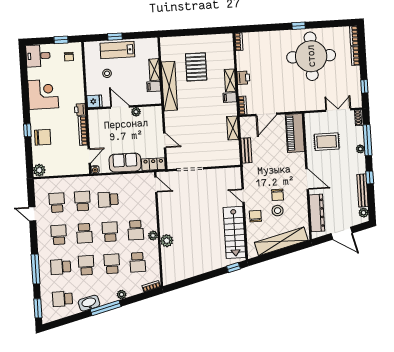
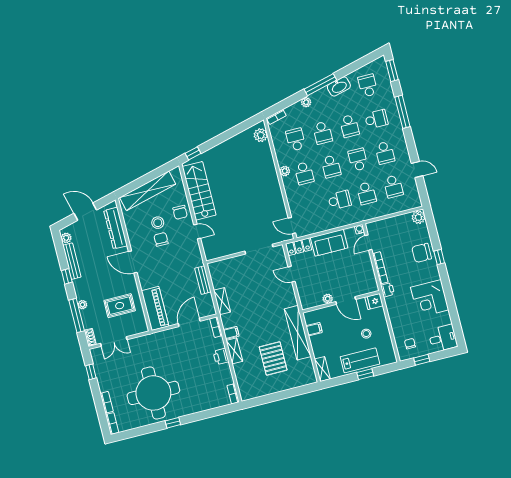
shelving: (154, 70) -> (322, 369), moved
school desk: (136, 230) -> (304, 173), turned 180
plant: (167, 241) -> (261, 135), moved
school desk: (63, 299) -> (368, 86), turned -90

